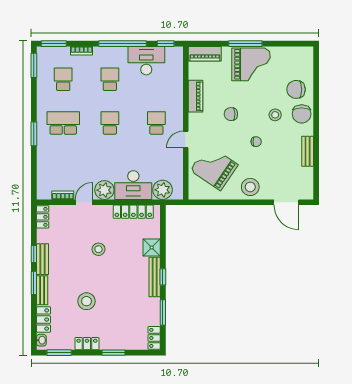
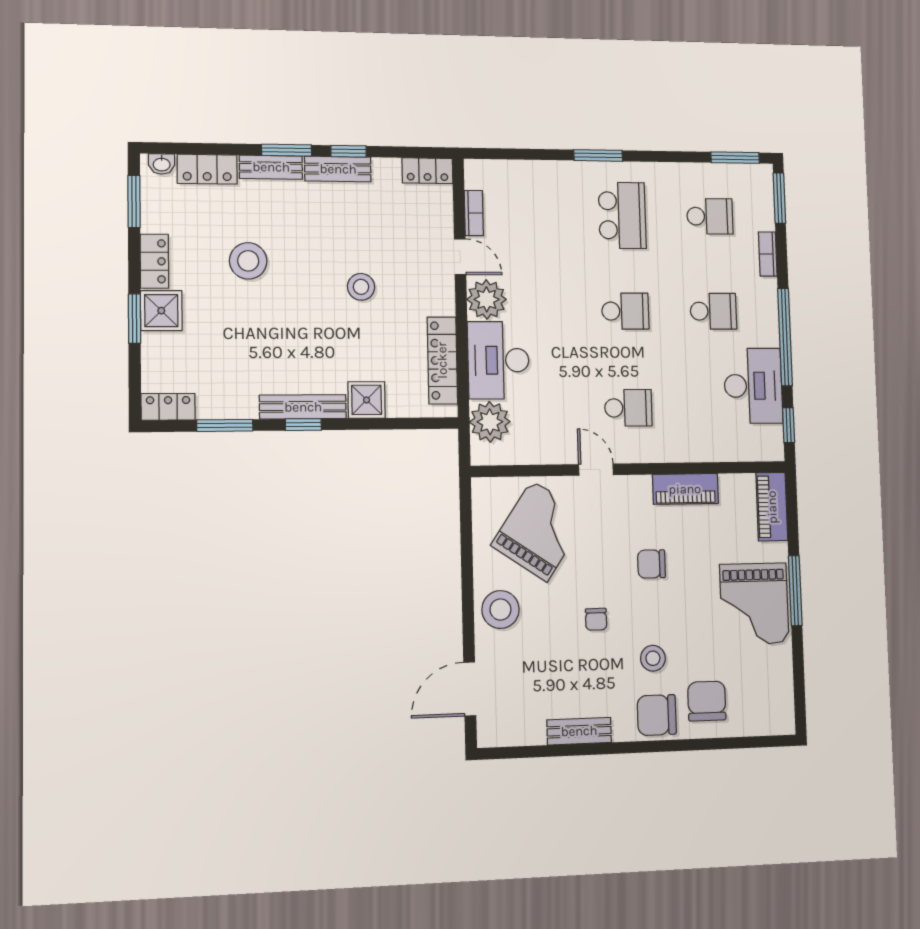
chair: (231, 114) -> (652, 564), turned -89
shower: (110, 341) -> (161, 311), added

